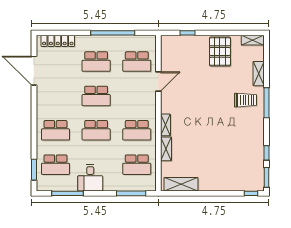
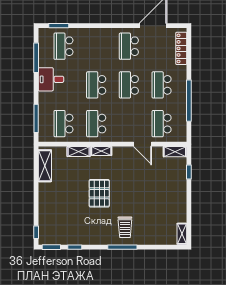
pallet: (220, 52) -> (99, 193), moved, turned 90
shelving: (259, 74) -> (175, 152), moved
school desk: (55, 130) -> (129, 46), moved

